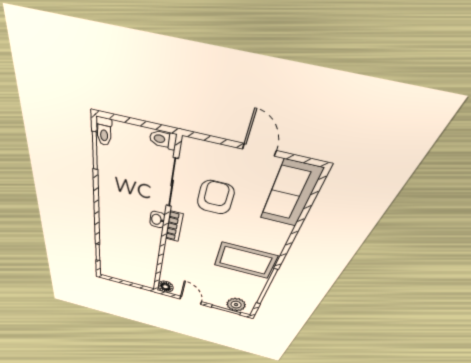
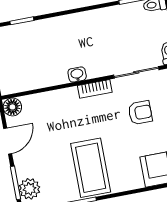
armchair: (216, 197) -> (140, 113), width x0.72, depth x0.72
washbasin: (157, 220) -> (77, 75), moved

